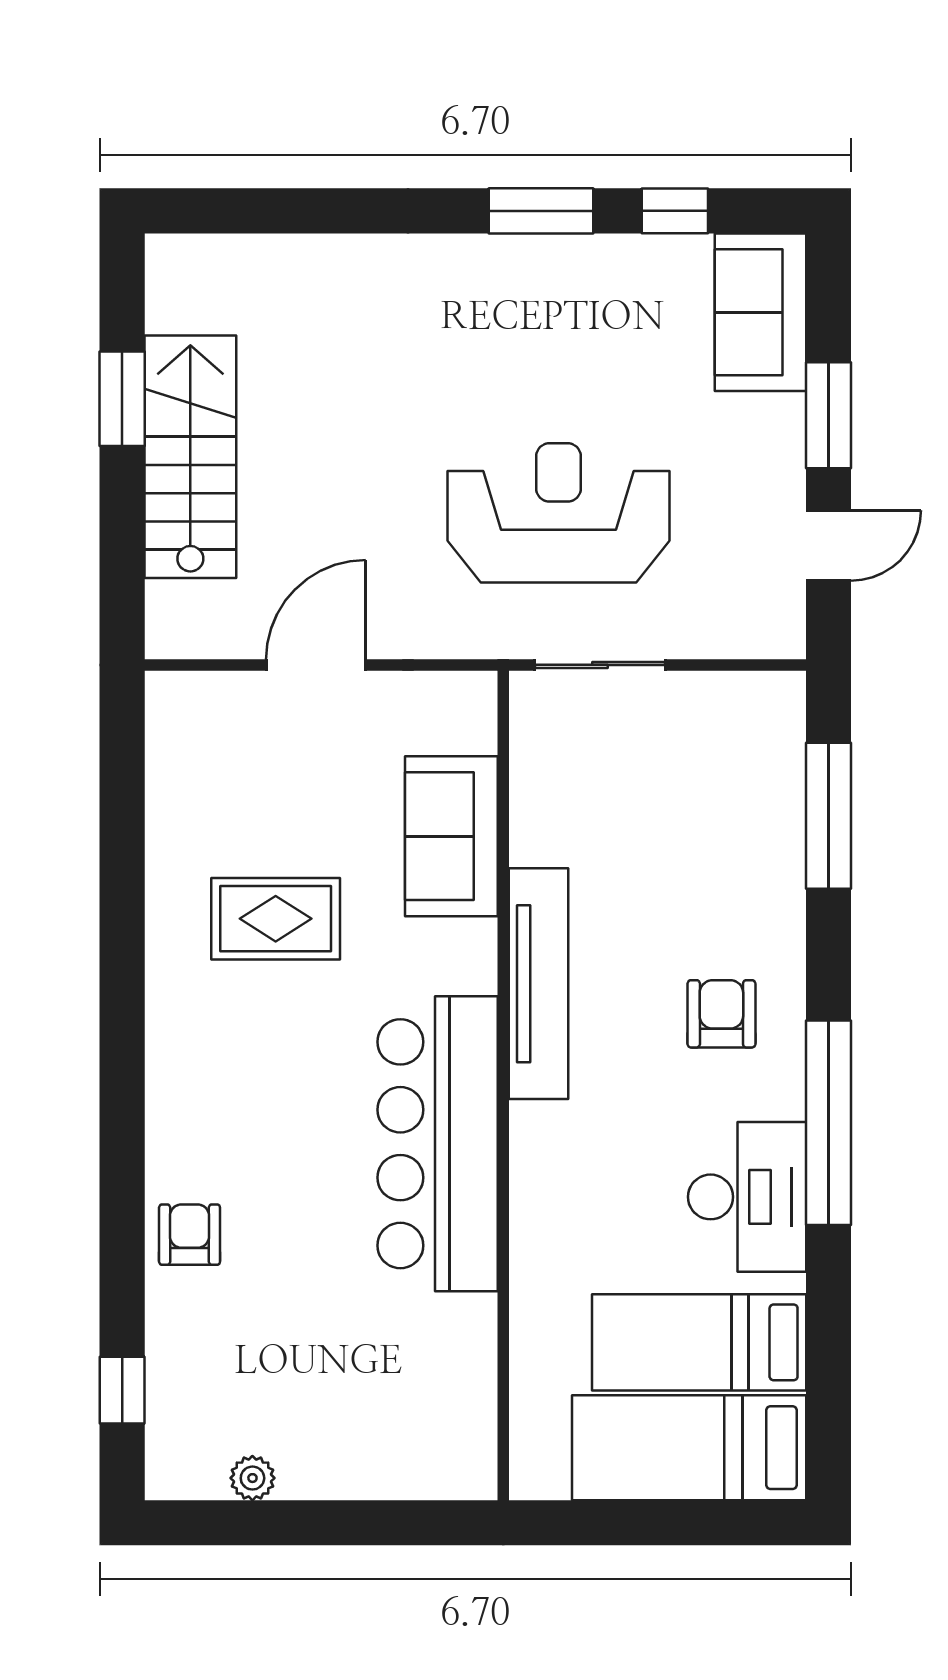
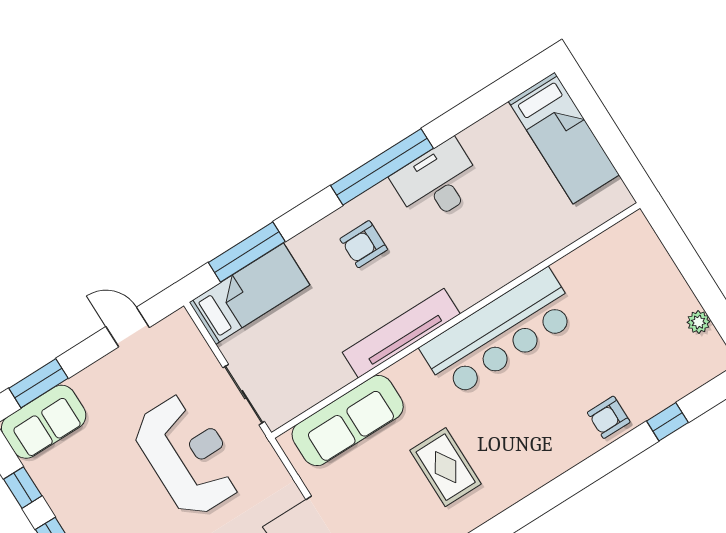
window: (828, 415) -> (38, 383), moved
reception desk: (559, 513) -> (188, 455), turned 180
sofa: (451, 836) -> (348, 421), width x1.36
bed: (699, 1342) -> (249, 294), moved, turned -90
window: (122, 1390) -> (667, 422), moved

